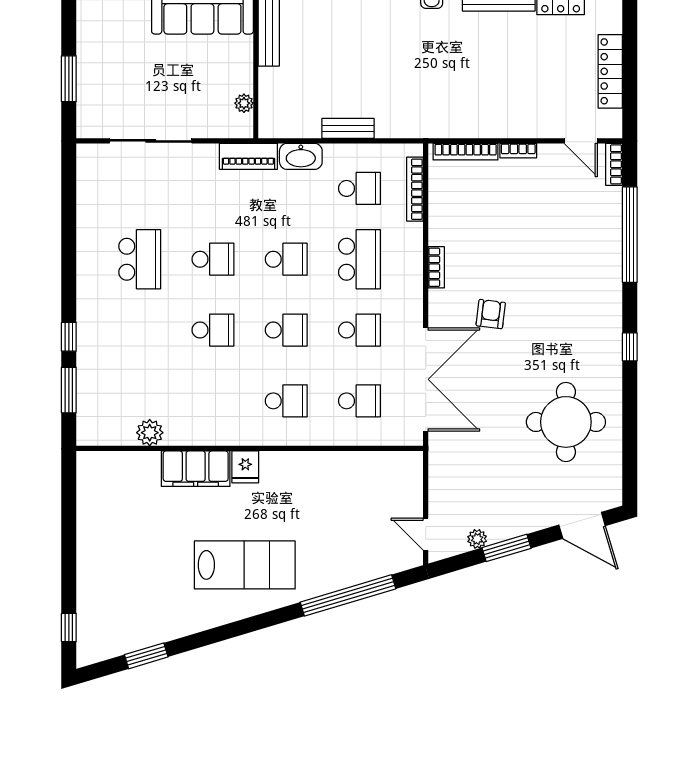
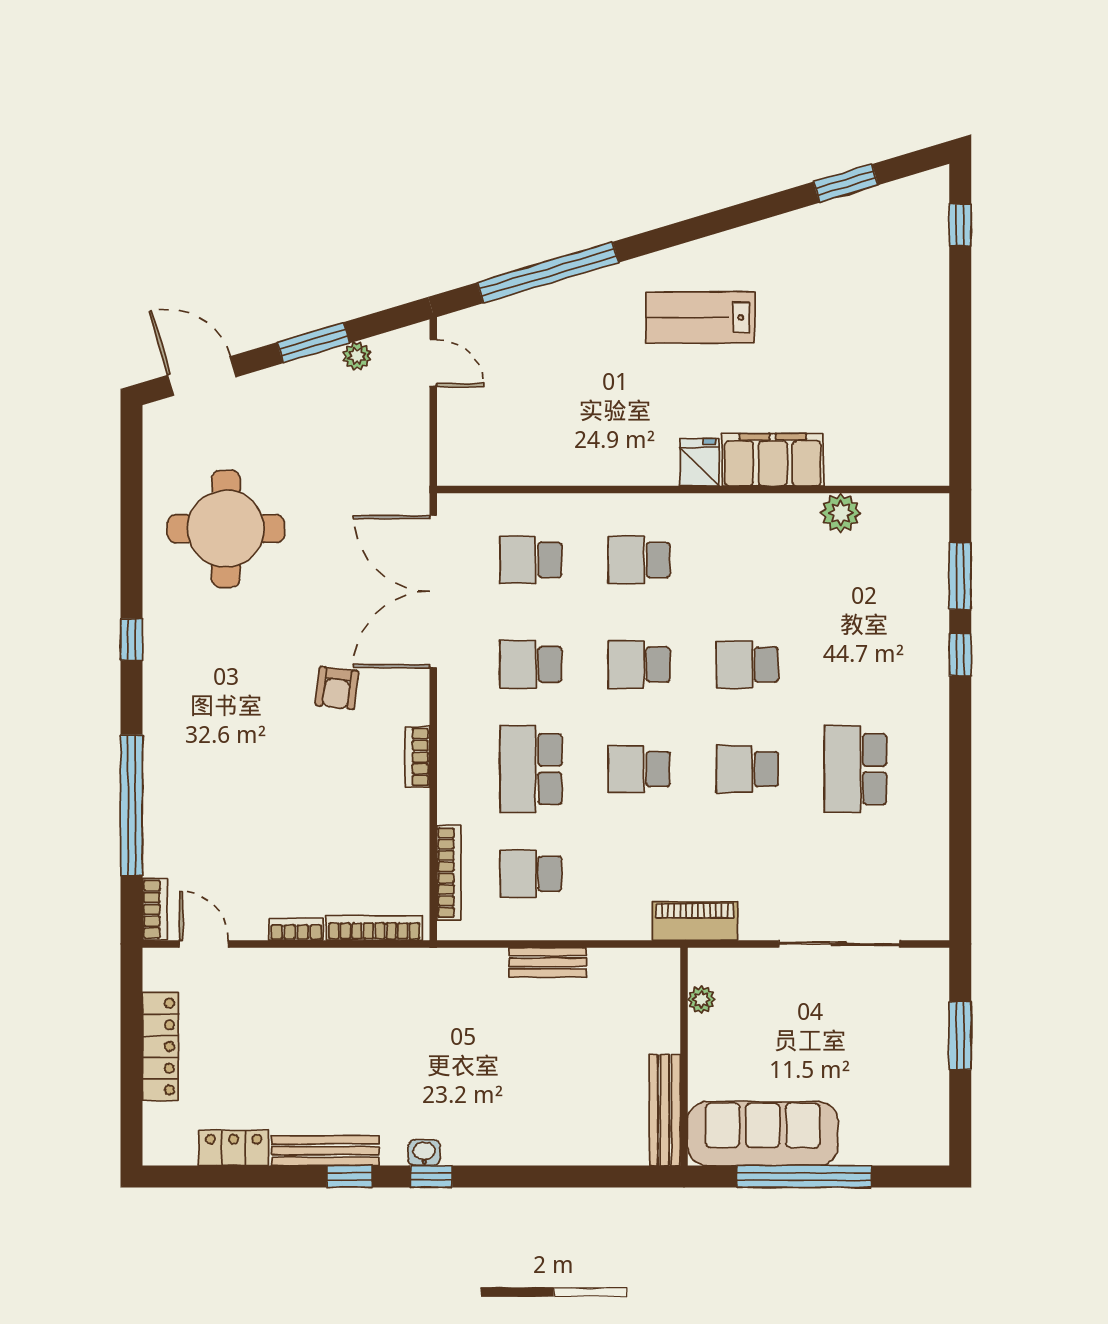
washbasin: (301, 156) -> (617, 921), removed
lab bench: (245, 565) -> (700, 317), width x0.73, depth x0.72

